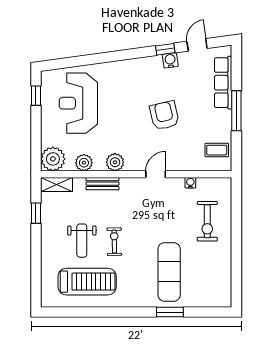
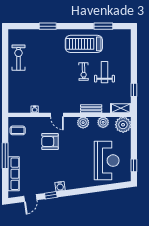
water cooler: (170, 60) -> (60, 186), moved
armchair: (164, 115) -> (50, 141), moved, turned 103
door: (156, 174) -> (57, 115), hinge flipped
exercise bike: (207, 221) -> (19, 58), moved
exercise mat: (169, 272) -> (48, 52), removed
treadmill: (87, 282) -> (84, 44), moved
window: (83, 312) -> (103, 26), added

